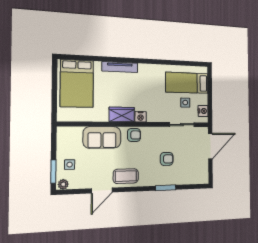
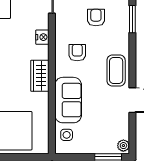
nightstand: (141, 117) -> (42, 37), moved
armchair: (134, 135) -> (77, 53), moved
side table: (70, 165) -> (67, 135), moved

